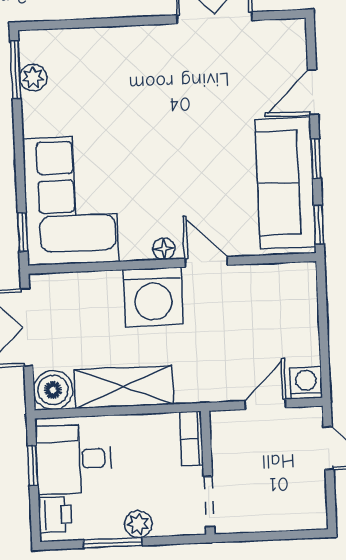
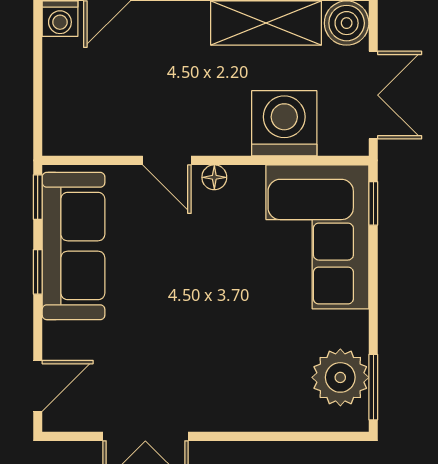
plant: (33, 78) -> (340, 377), width x1.88, depth x1.88
door: (313, 92) -> (38, 386), moved
washing machine: (153, 297) -> (284, 123), moved

